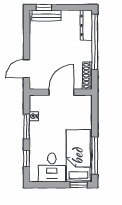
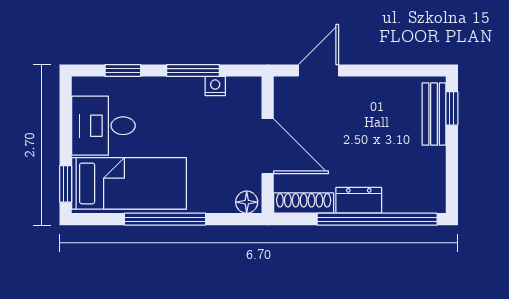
dresser: (86, 25) -> (359, 200), moved, width x0.70
door: (27, 69) -> (318, 71), hinge flipped
floor lamp: (87, 102) -> (247, 202), added
window: (95, 156) -> (165, 219), moved

